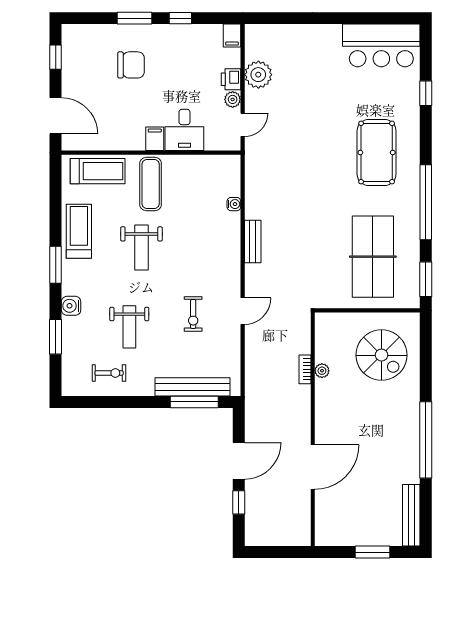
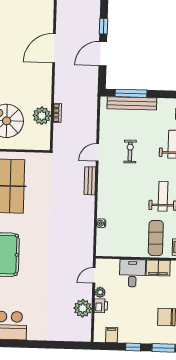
filing cabinet: (232, 36) -> (112, 335), moved
filing cabinet: (155, 139) -> (158, 268), width x2.00
bench: (253, 241) -> (90, 181), moved
plant: (322, 371) -> (42, 116), width x1.87, depth x1.87

